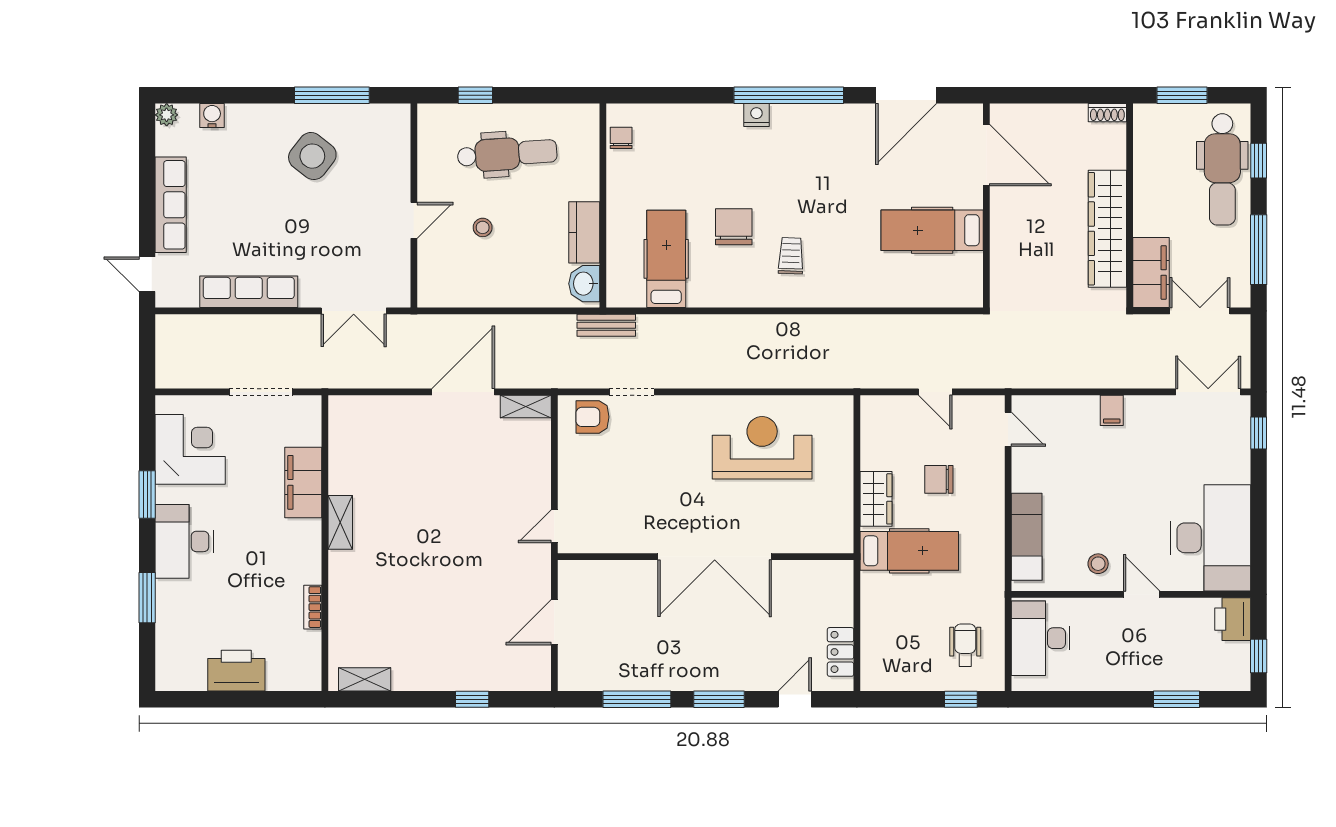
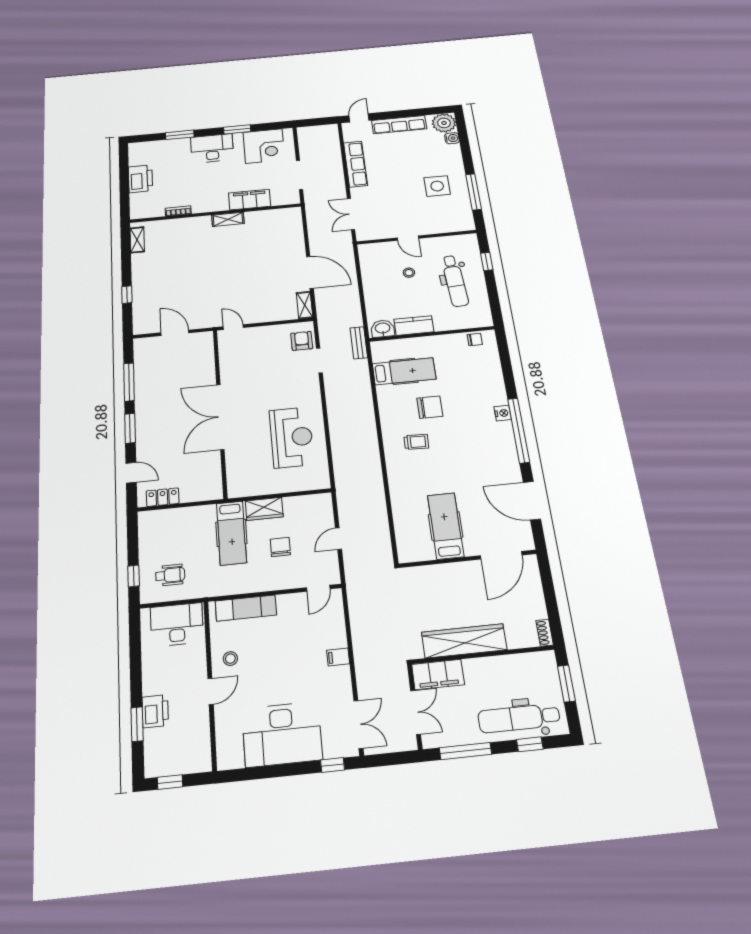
plant: (167, 115) -> (444, 123), width x1.88, depth x1.88
side table: (312, 156) -> (437, 186), turned -38
desk: (1211, 538) -> (282, 734), moved
printer: (1233, 619) -> (155, 711), moved, turned 90

